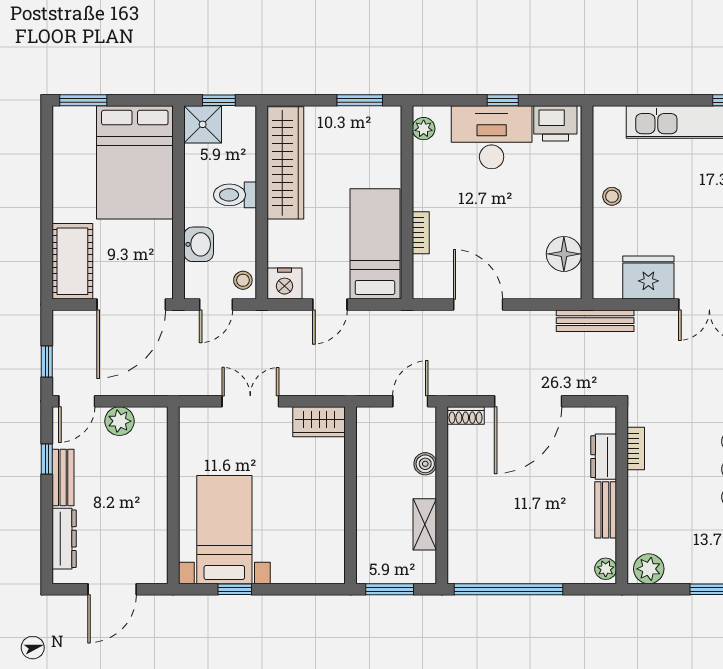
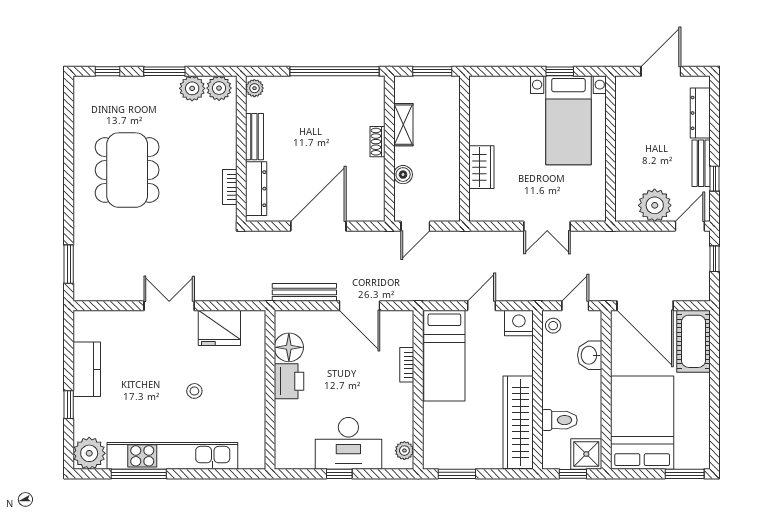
printer: (555, 123) -> (289, 381), moved, turned 90
toilet: (235, 195) -> (560, 420), moved
stool: (612, 196) -> (194, 391), moved
door: (131, 304) -> (645, 306), swing flipped
bench: (595, 321) -> (304, 292), moved
shoe rack: (466, 415) -> (378, 142), moved, turned -90
plant: (119, 421) -> (655, 205), width x1.36, depth x1.36
wardrobe: (319, 422) -> (481, 167), moved, turned 90
dresser: (604, 457) -> (256, 189), width x1.44
plant: (681, 568) -> (192, 88), added

